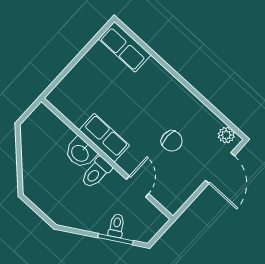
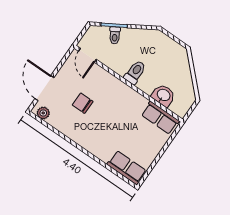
row of seats: (104, 138) -> (160, 118), moved
washbasin: (80, 153) -> (163, 95), moved
door: (137, 187) -> (87, 55), moved

